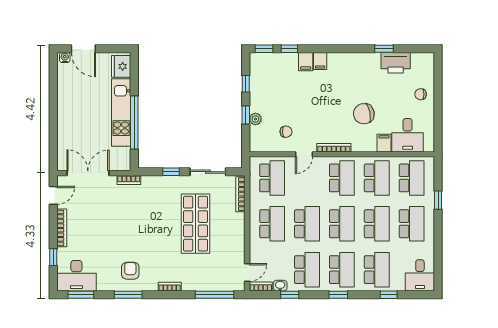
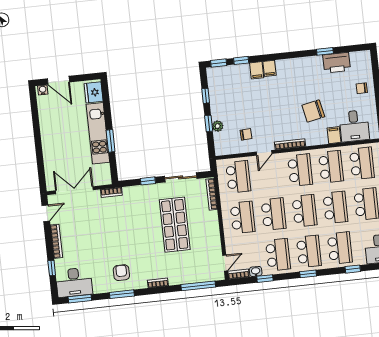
window: (134, 122) -> (111, 141), width x0.47

